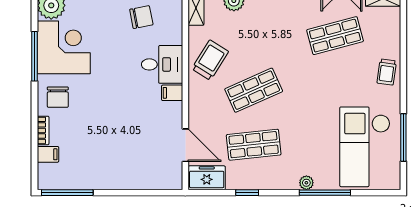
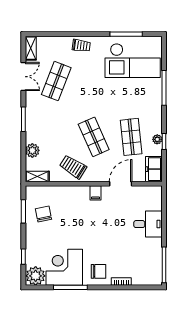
shop shelf: (335, 36) -> (56, 81), turned 36
desk: (162, 64) -> (148, 224), moved, turned 90
door: (185, 145) -> (121, 184), moved
filing cabinet: (48, 154) -> (138, 278), removed
plant: (306, 183) -> (157, 139), moved

